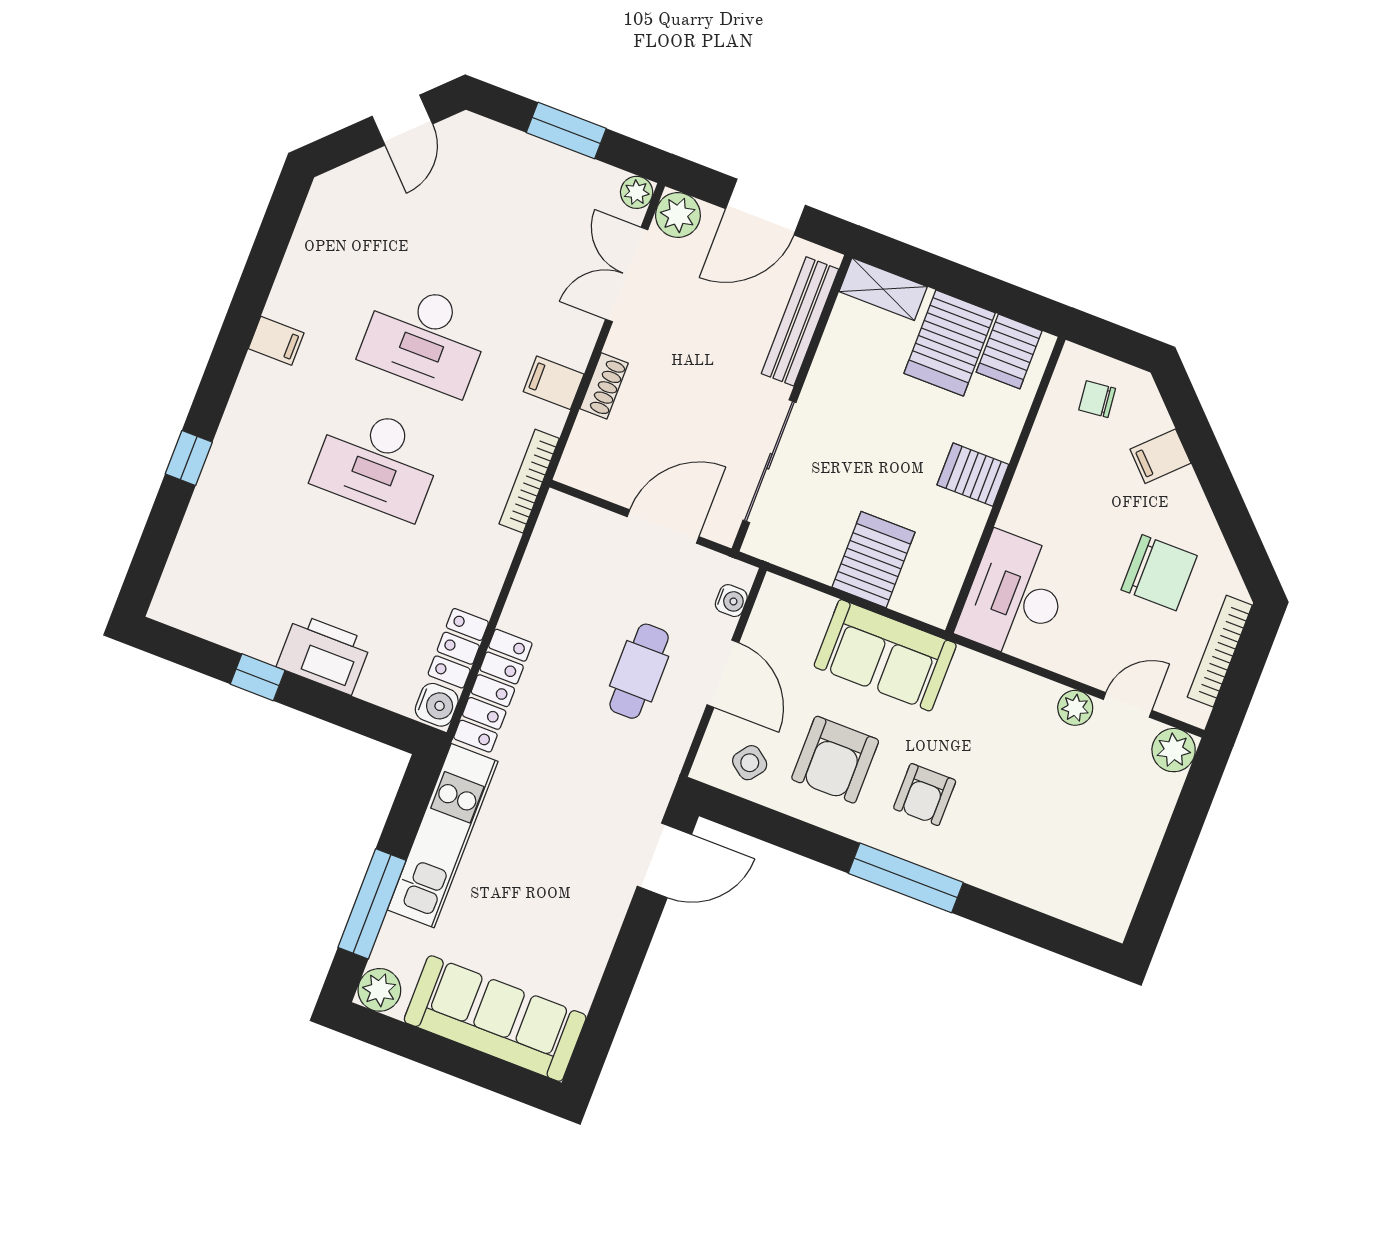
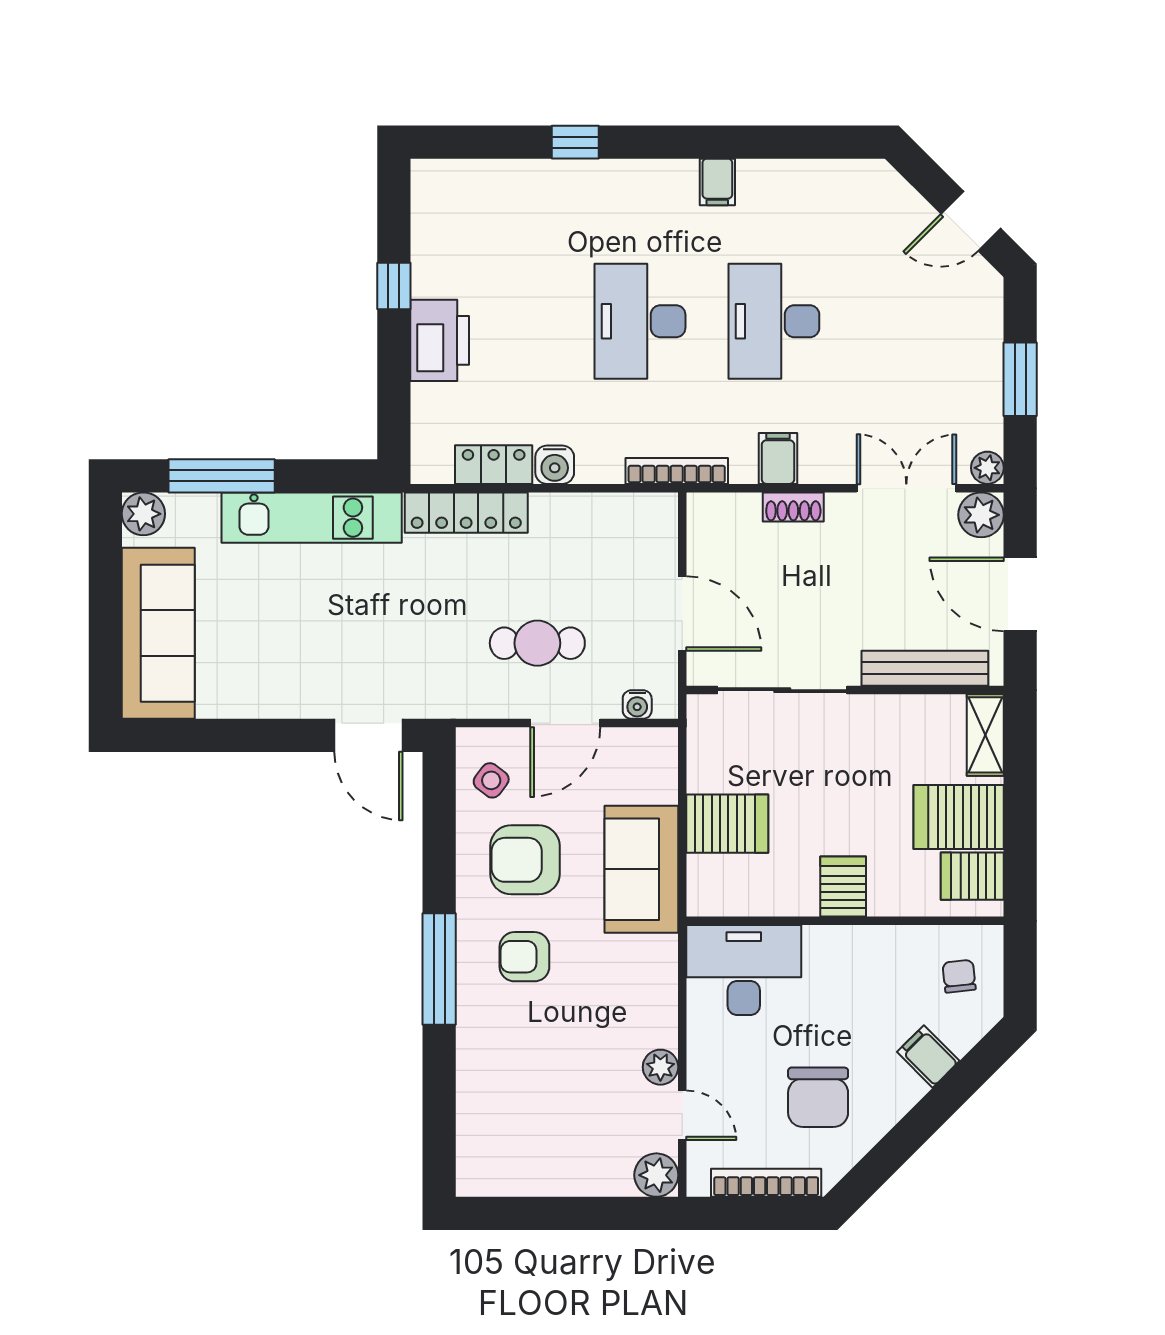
water cooler: (437, 705) -> (555, 465), moved

